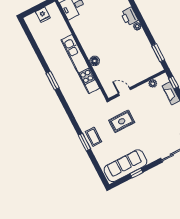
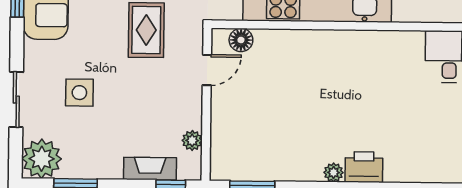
floor lamp: (95, 61) -> (241, 40), moved
side table: (157, 133) -> (79, 93), added

